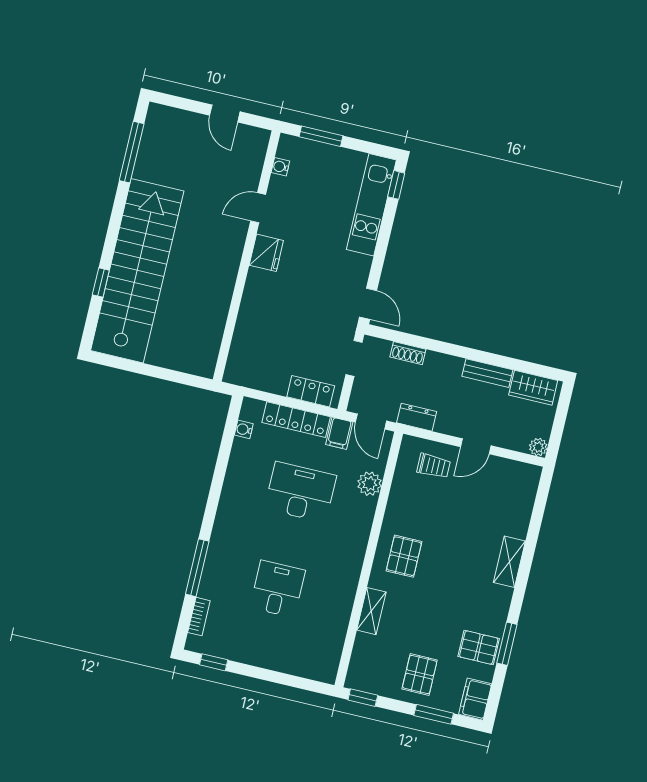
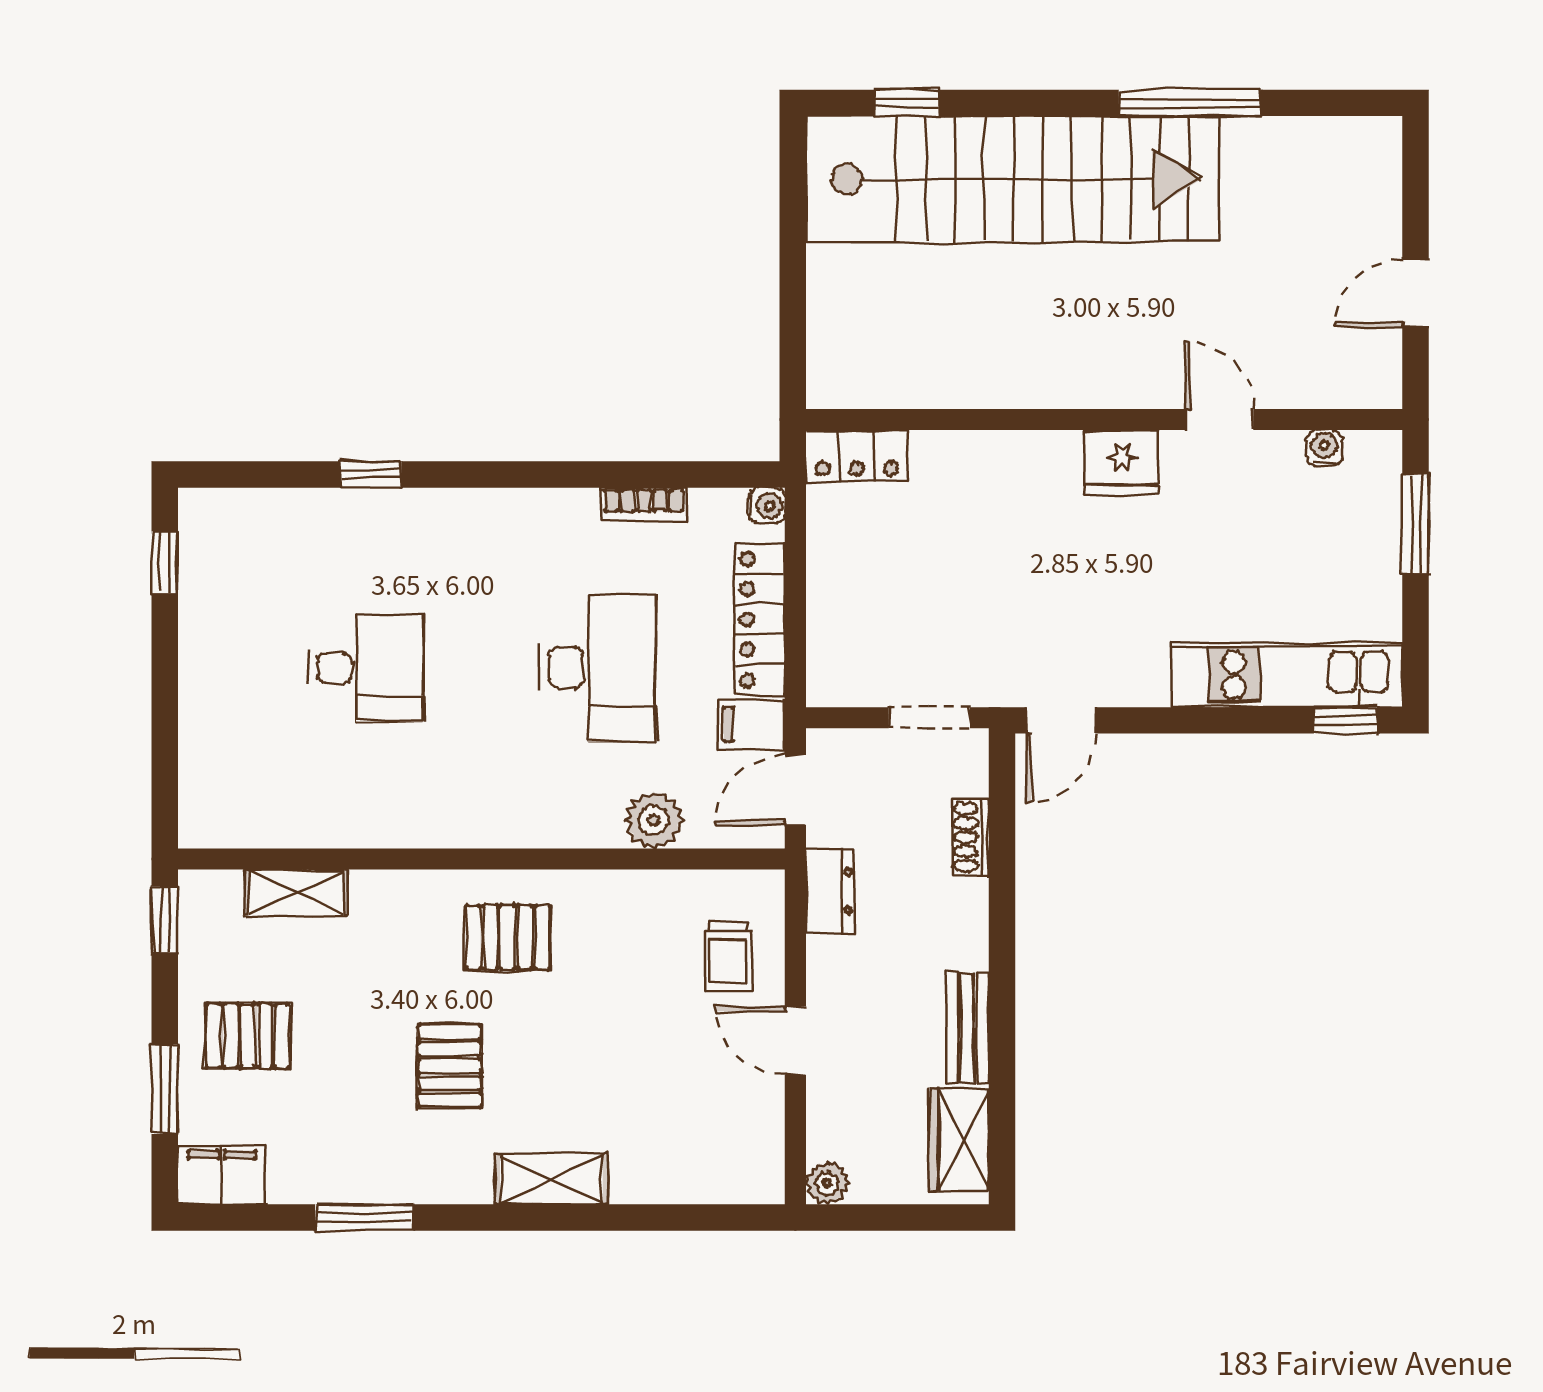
window: (132, 152) -> (1190, 103), moved
window: (101, 282) -> (907, 103), moved
locker: (311, 391) -> (857, 456), moved, turned 90
water cooler: (244, 429) -> (767, 506), moved, turned 90
window: (197, 568) -> (371, 474), width x0.46
shelving: (371, 611) -> (296, 893), moved
bookcase: (199, 617) -> (644, 504), moved
pallet: (479, 648) -> (450, 1066), moved

